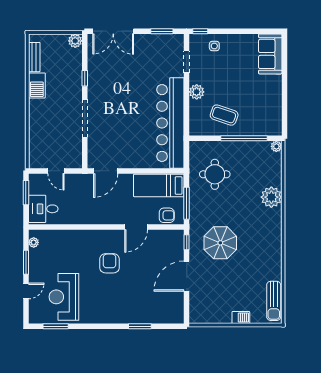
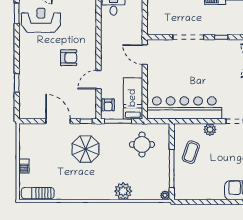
door: (56, 171) -> (145, 14), removed
door: (136, 227) -> (98, 80), hinge flipped

